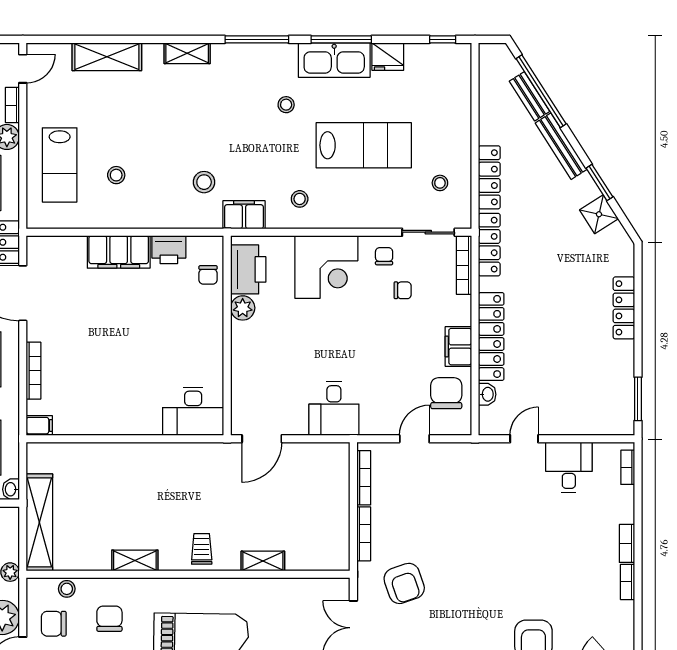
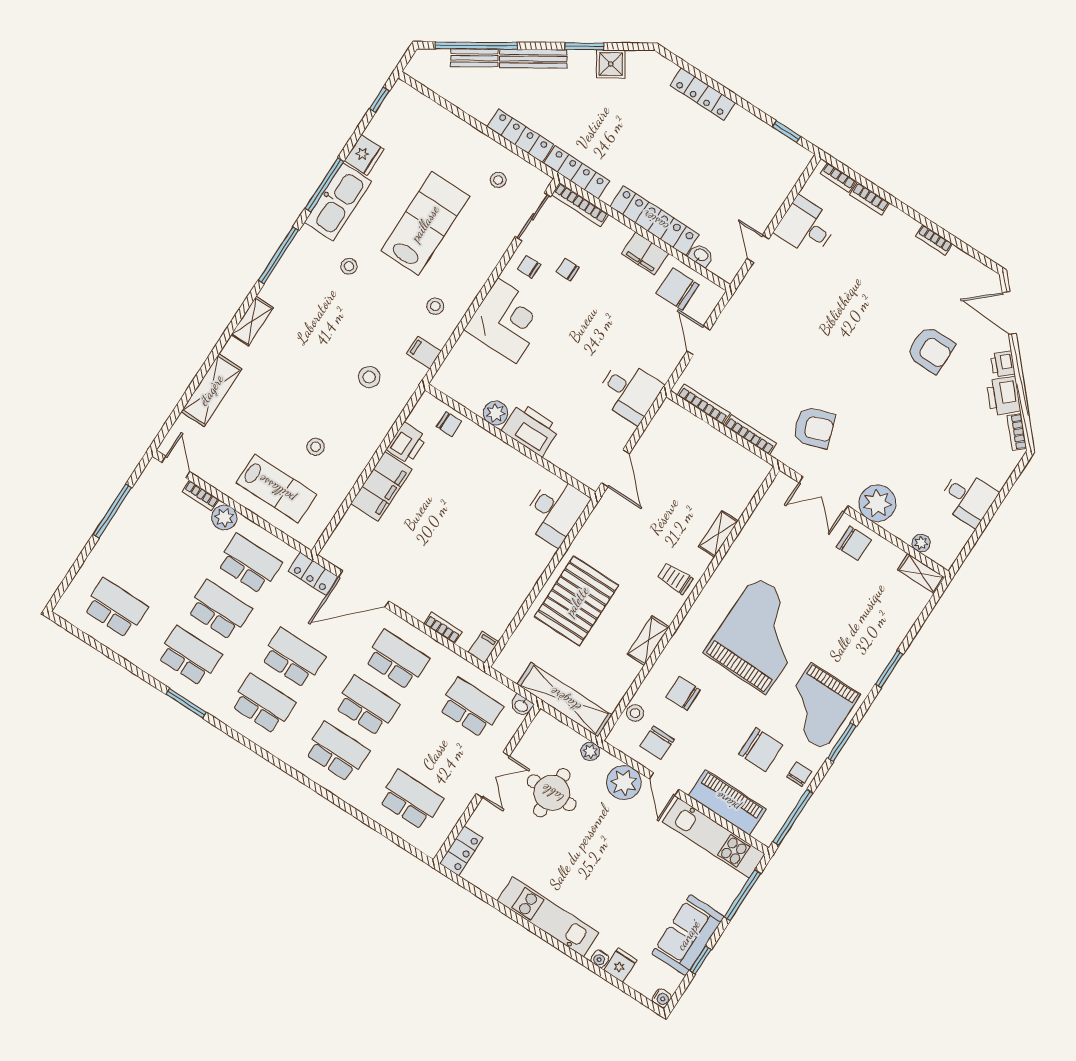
filing cabinet: (244, 215) -> (424, 353), width x0.50
printer: (248, 269) -> (531, 429), moved
chair: (403, 290) -> (568, 270), turned -90
bookcase: (34, 371) -> (443, 628), width x0.64
window: (638, 399) -> (787, 132), width x0.67
pallet: (129, 478) -> (577, 601), added
bookcase: (627, 543) -> (870, 199), moved

